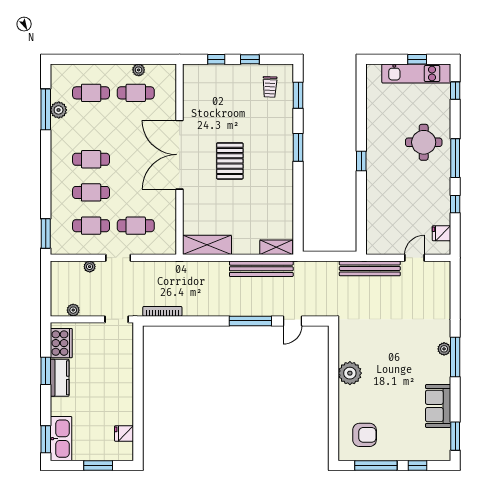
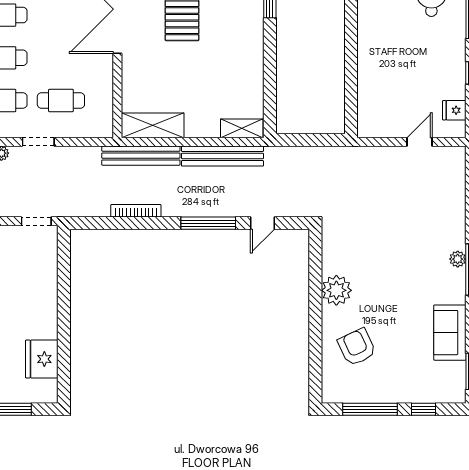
window: (361, 161) -> (351, 17), removed
bench: (370, 268) -> (141, 156), moved
bookcase: (162, 311) -> (136, 211), moved
fridge: (124, 434) -> (42, 359), width x1.88, depth x1.34
armchair: (365, 435) -> (357, 347), moved, turned -115

